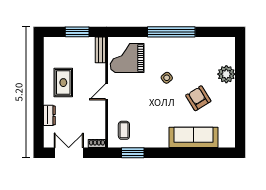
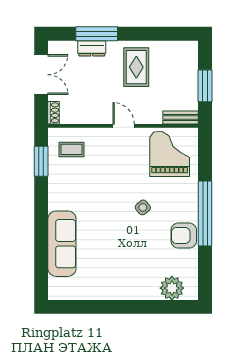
plant: (226, 74) -> (172, 288), moved
rug: (63, 83) -> (136, 67), turned 90
armchair: (198, 98) -> (184, 236), moved, turned -148
window: (39, 112) -> (97, 34), added

